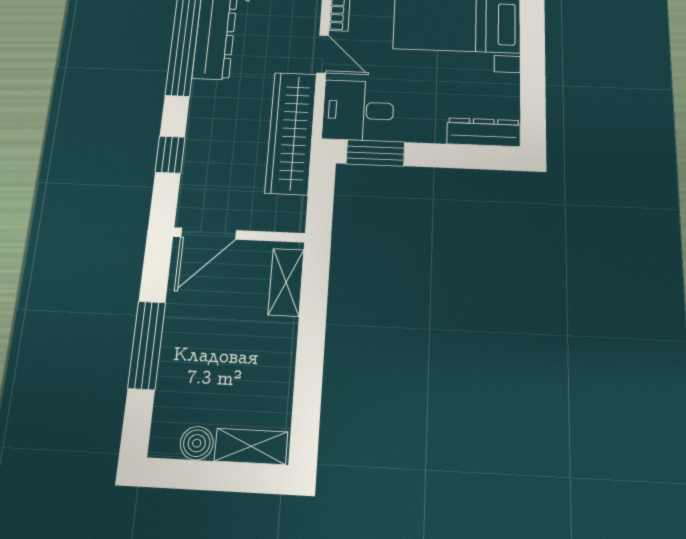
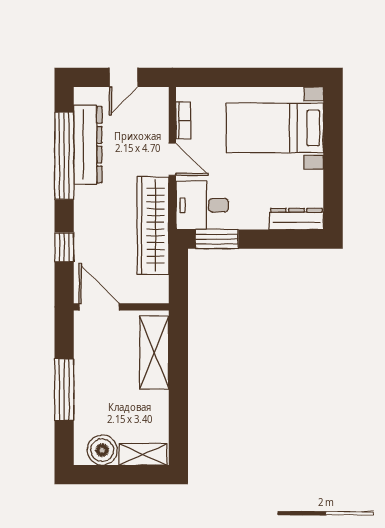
door: (208, 234) -> (99, 307), swing flipped
shelving: (286, 282) -> (154, 352), width x1.50, depth x1.33
boiler: (197, 443) -> (102, 450), width x1.36, depth x1.36

